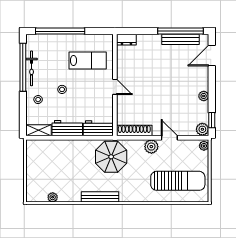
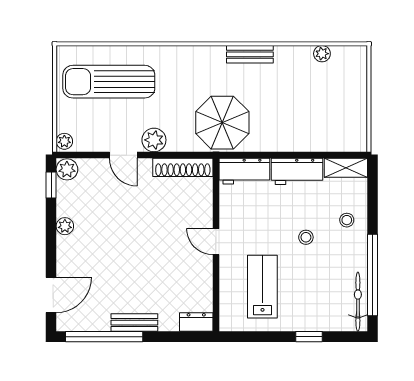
window: (60, 31) -> (309, 337), width x0.32
bench: (180, 39) -> (134, 323), moved, width x0.73
lab bench: (88, 61) -> (262, 287), turned 90
bicycle: (32, 68) -> (358, 302), moved
bench: (100, 197) -> (250, 54), width x0.73

